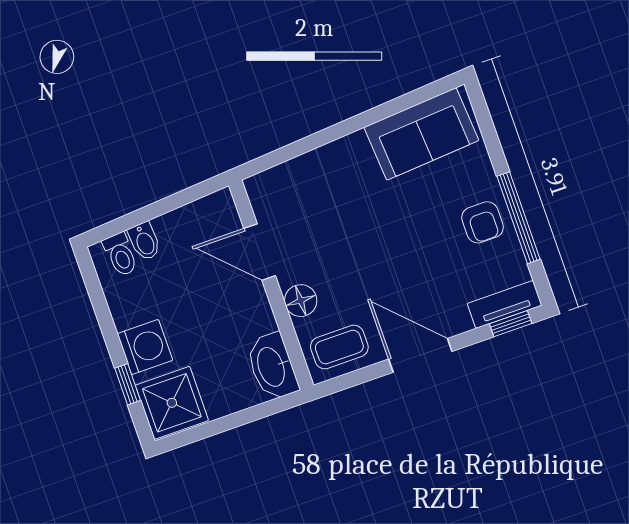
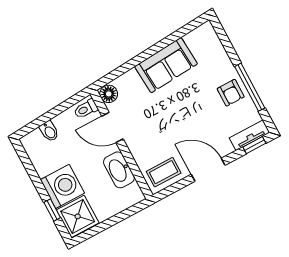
sofa: (421, 134) -> (166, 65), moved
toilet: (120, 254) -> (86, 109), moved, turned 94
floor lamp: (301, 301) -> (109, 94), moved
washing machine: (145, 347) -> (62, 186), width x1.37, depth x1.37
washbasin: (272, 367) -> (119, 170), moved

